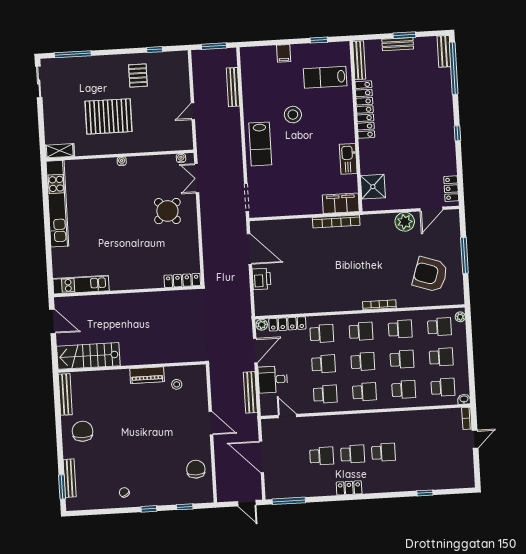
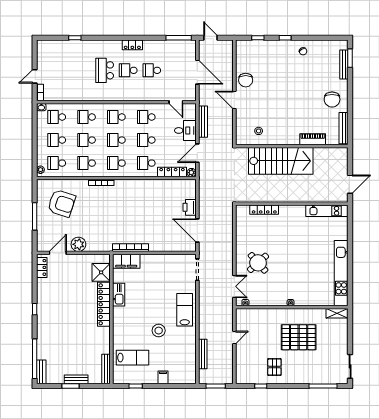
locker: (365, 110) -> (104, 304), moved
locker: (182, 280) -> (264, 210), moved
door: (53, 321) -> (350, 184), swing flipped
stairs: (88, 356) -> (281, 161), moved, width x1.36, depth x1.51
piano: (147, 375) -> (313, 139), moved
school desk: (383, 452) -> (105, 70), width x1.85
chair: (196, 469) -> (246, 80), moved

